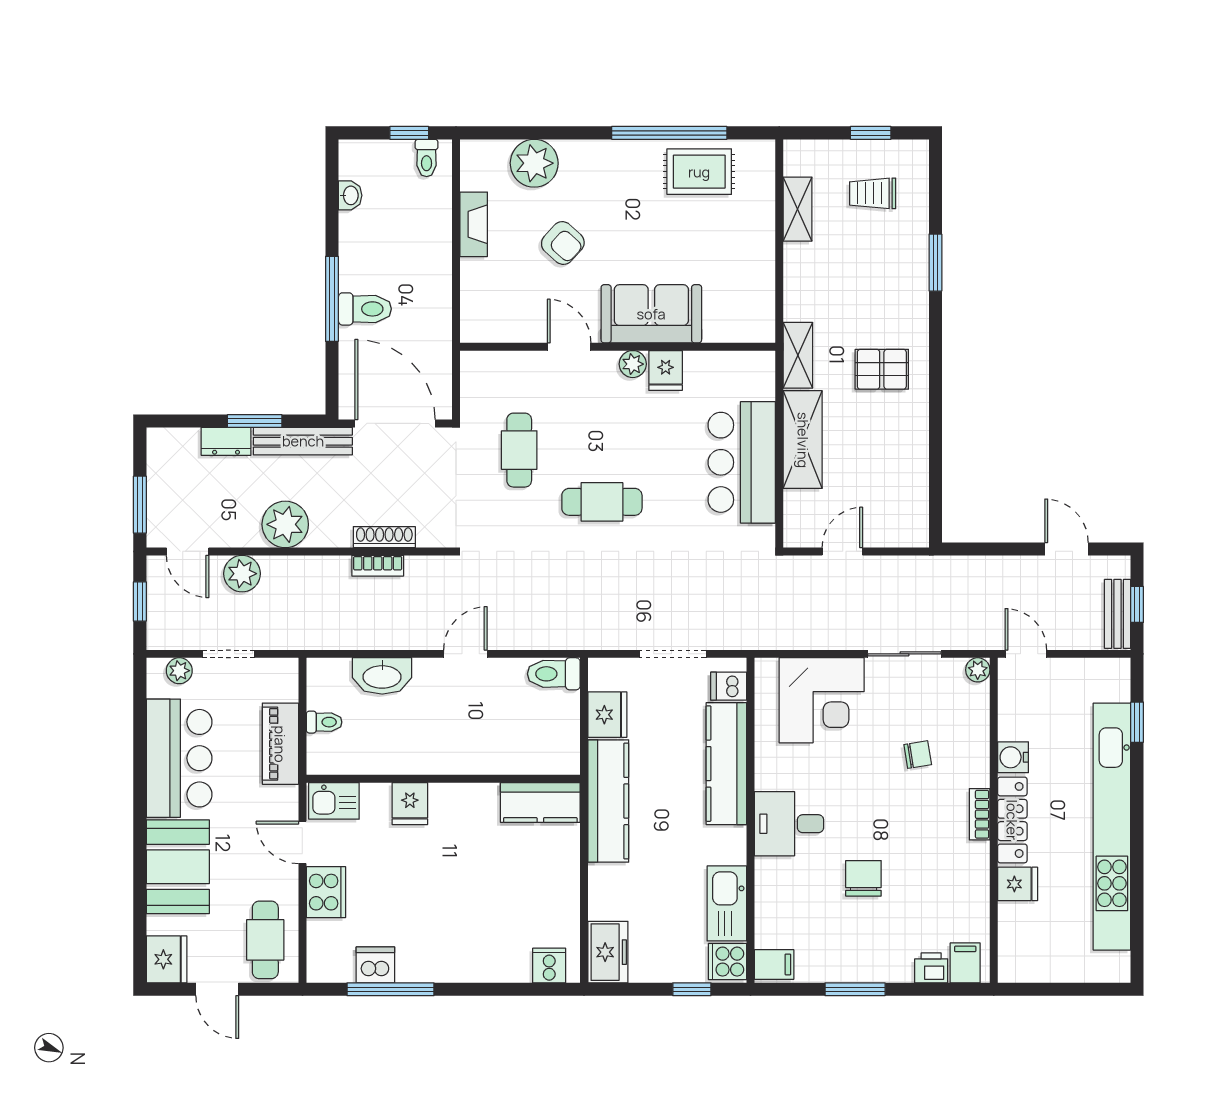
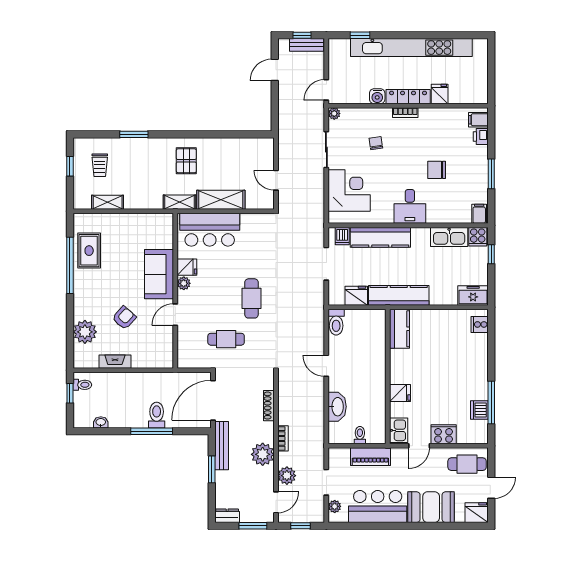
dresser: (226, 441) -> (227, 516), moved, turned -90
bar counter: (742, 462) -> (210, 230), moved
bookcase: (378, 566) -> (283, 438), moved

